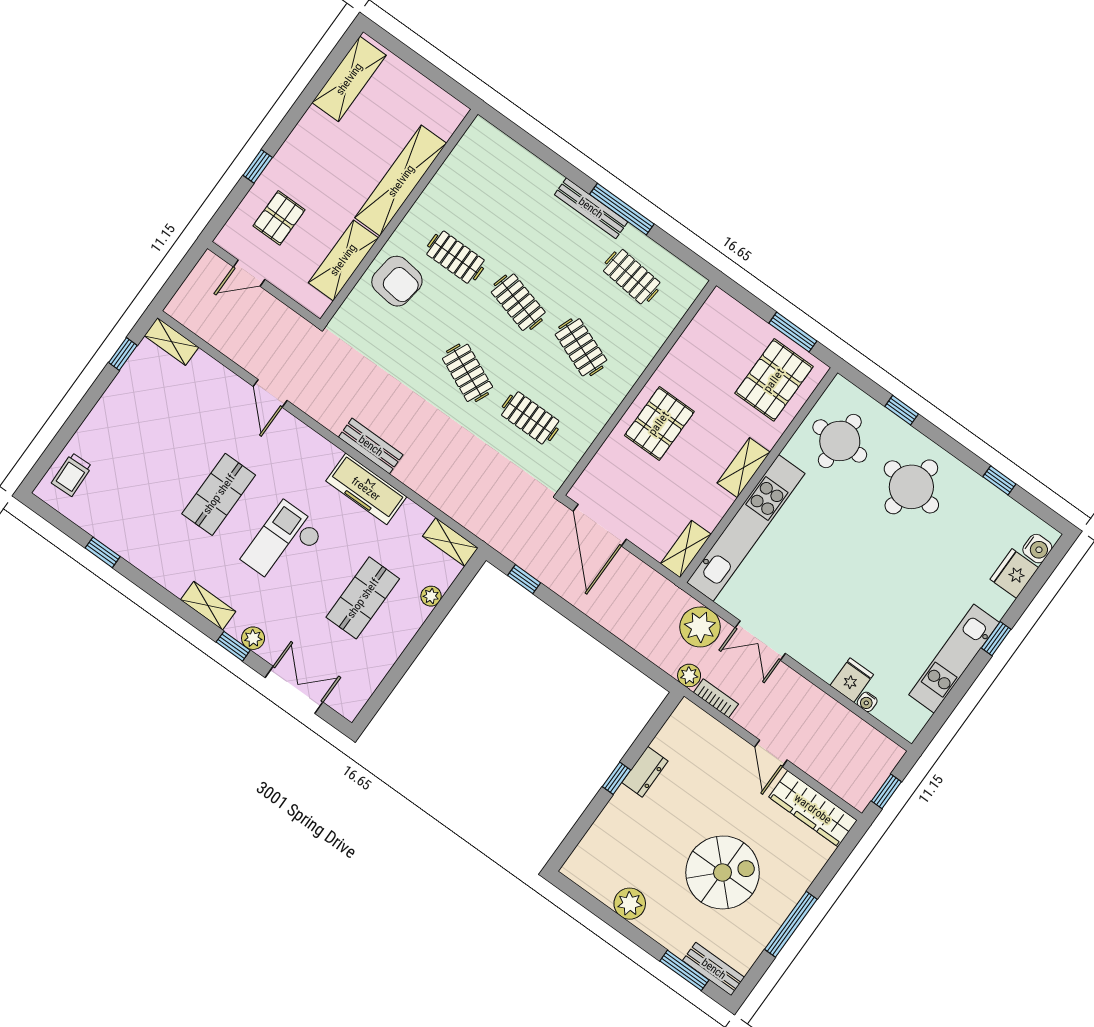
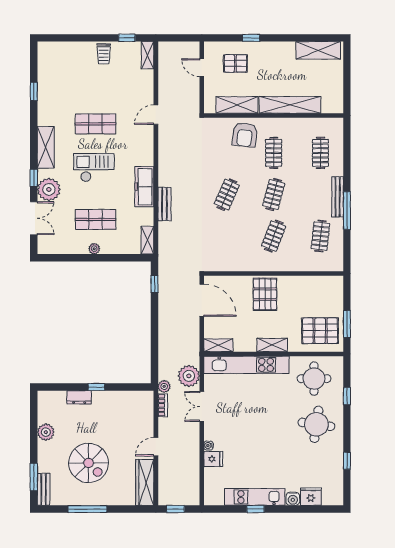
clothes rail: (530, 418) -> (320, 153), moved
pallet: (659, 423) -> (265, 294), turned 90
bench: (371, 446) -> (164, 204), moved
trolley: (72, 475) -> (104, 54), moved, turned -88
door: (600, 525) -> (202, 300), swing flipped
water cooler: (1037, 549) -> (293, 499), moved
plant: (431, 596) -> (94, 249), moved
shelving: (208, 606) -> (46, 147), width x1.50, depth x1.33
plant: (253, 638) -> (49, 189), width x1.87, depth x1.87
window: (996, 639) -> (255, 509), moved
water cooler: (867, 702) -> (209, 446), moved
dresser: (645, 772) -> (79, 397), moved

